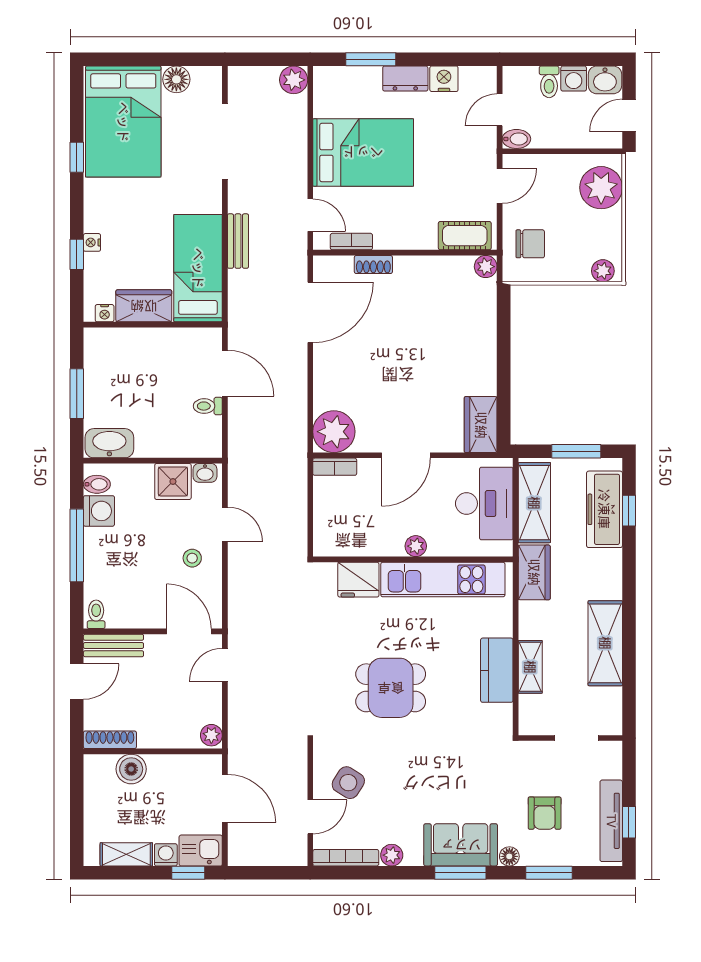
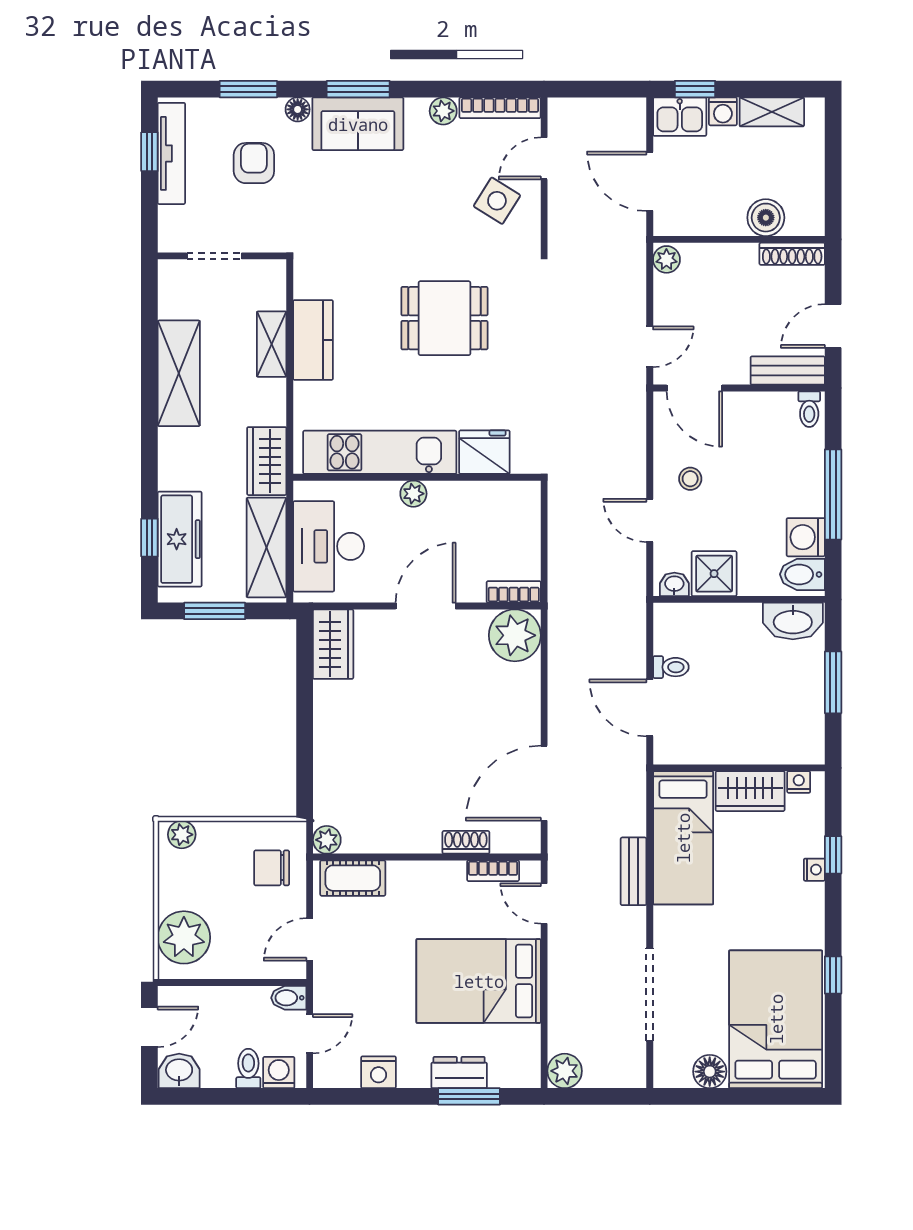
dresser: (405, 79) -> (459, 1073), moved
washing machine: (574, 79) -> (279, 1073), moved
bidet: (97, 484) -> (802, 574), width x1.38, depth x1.36

